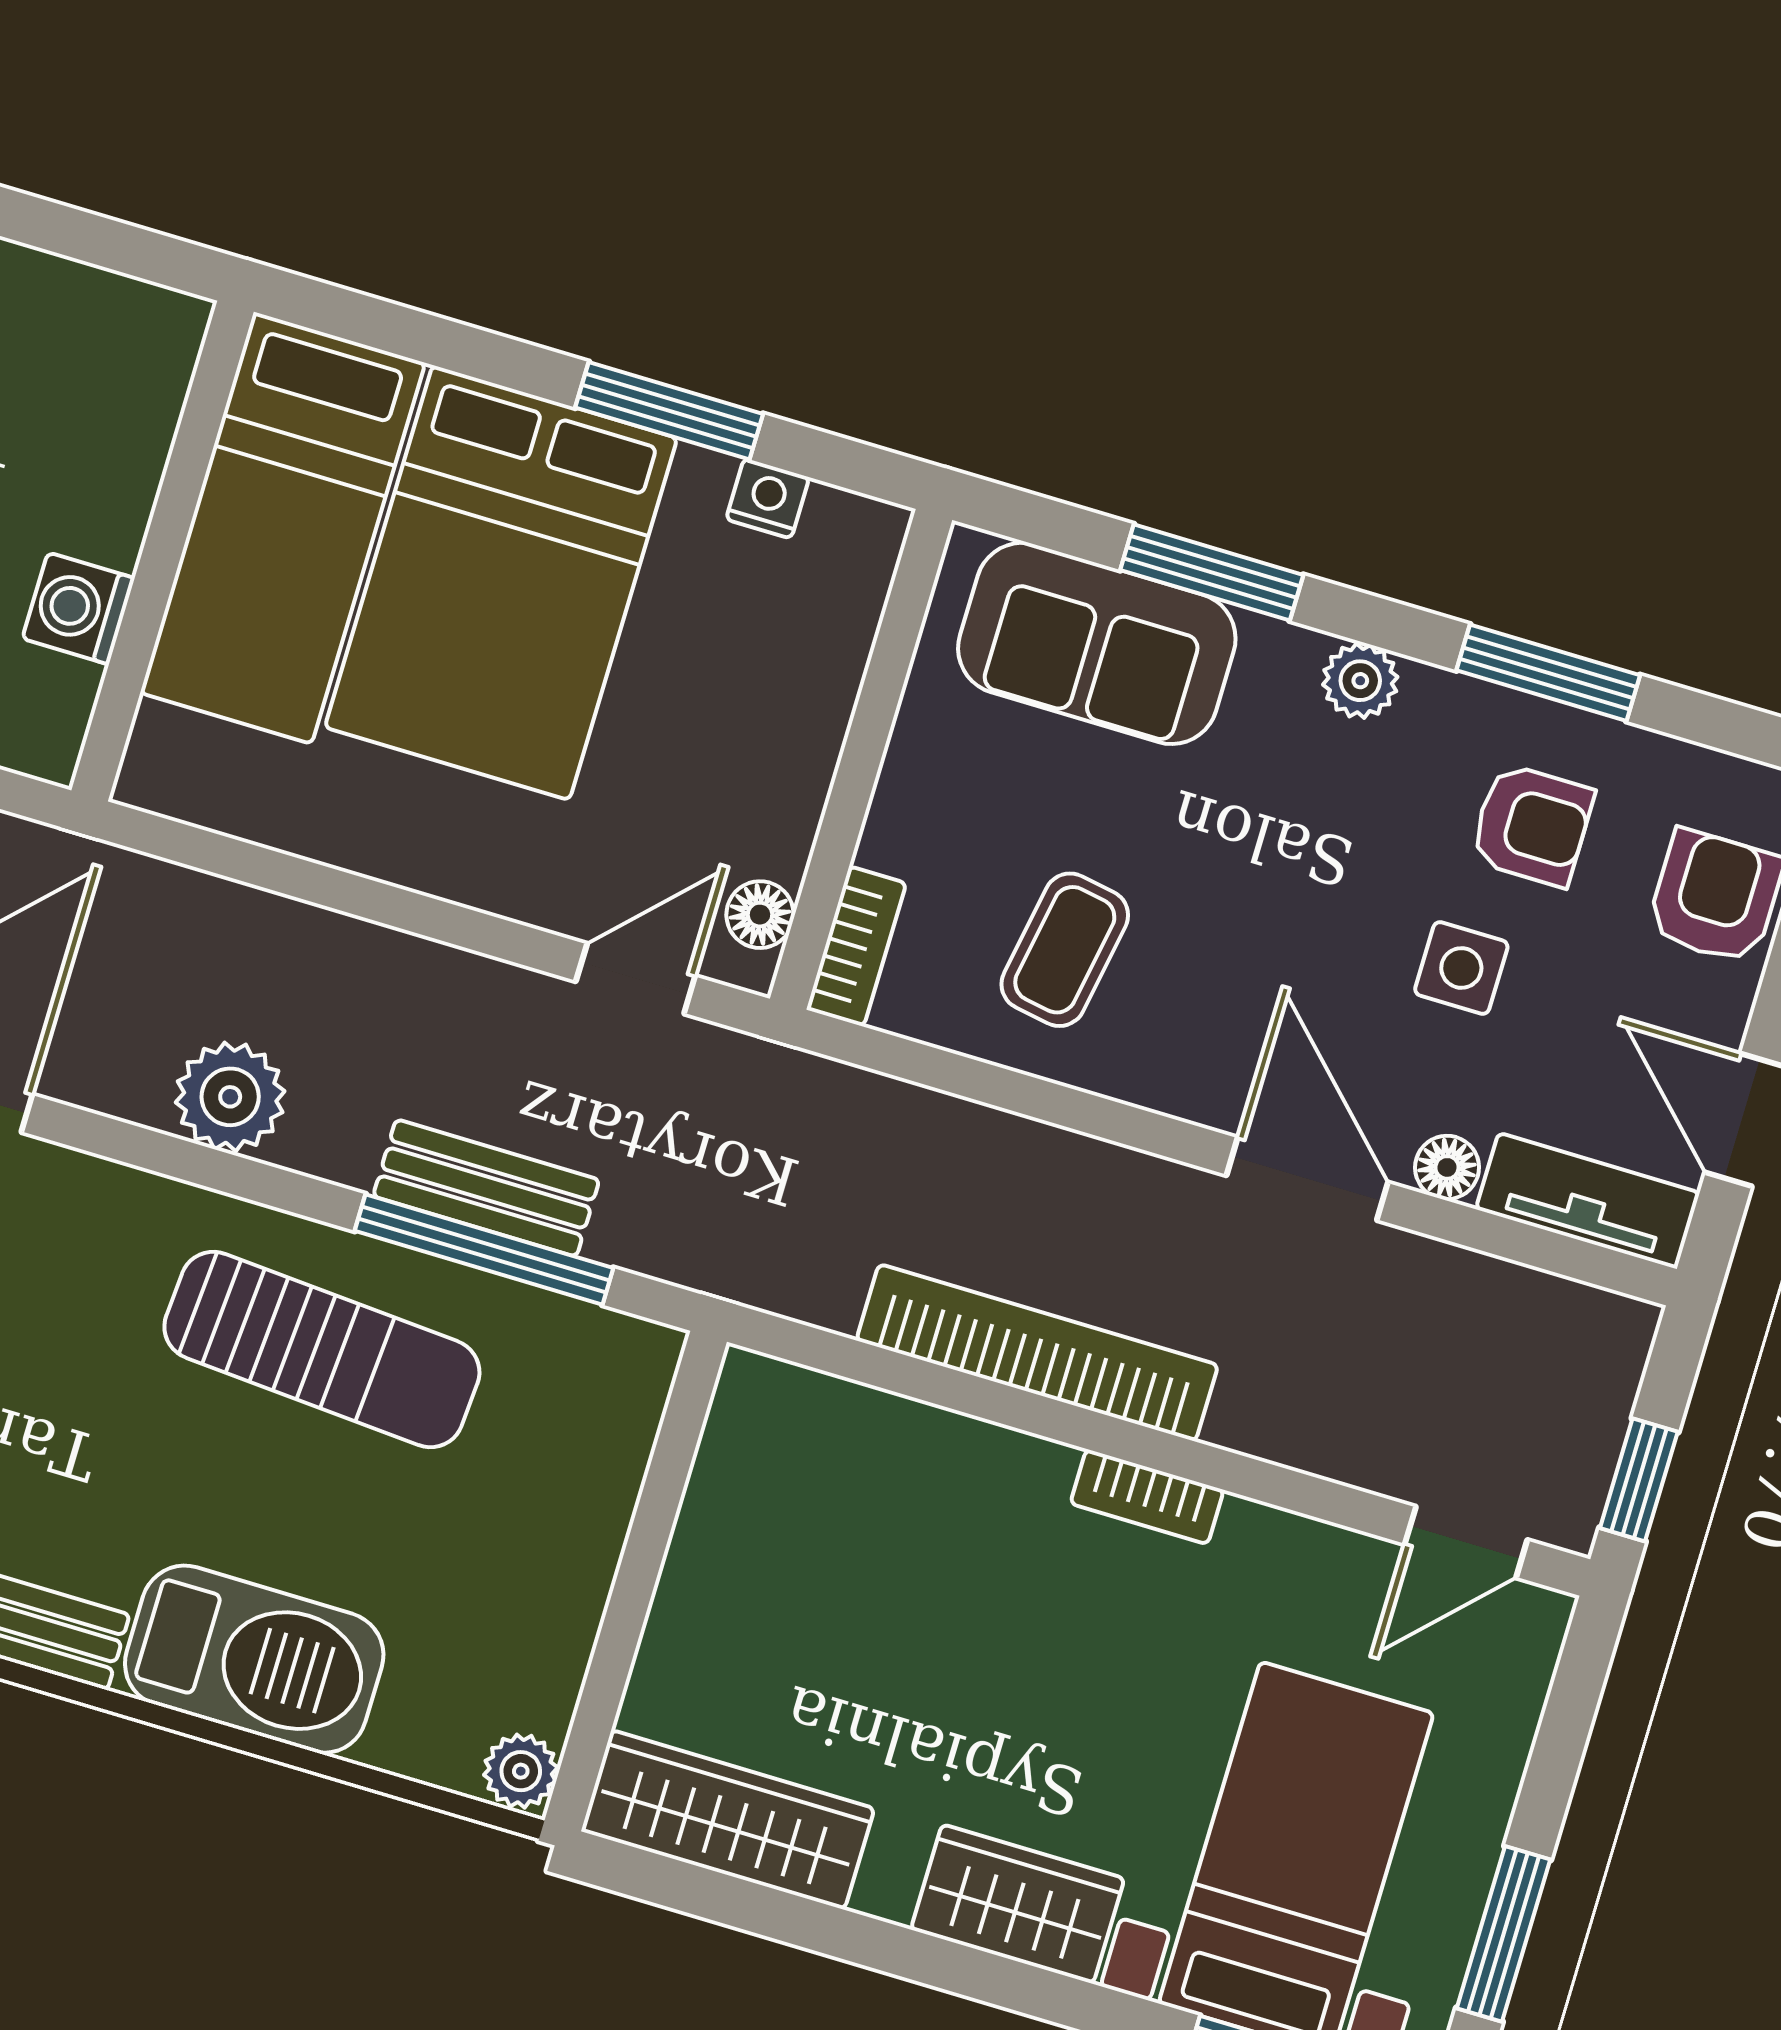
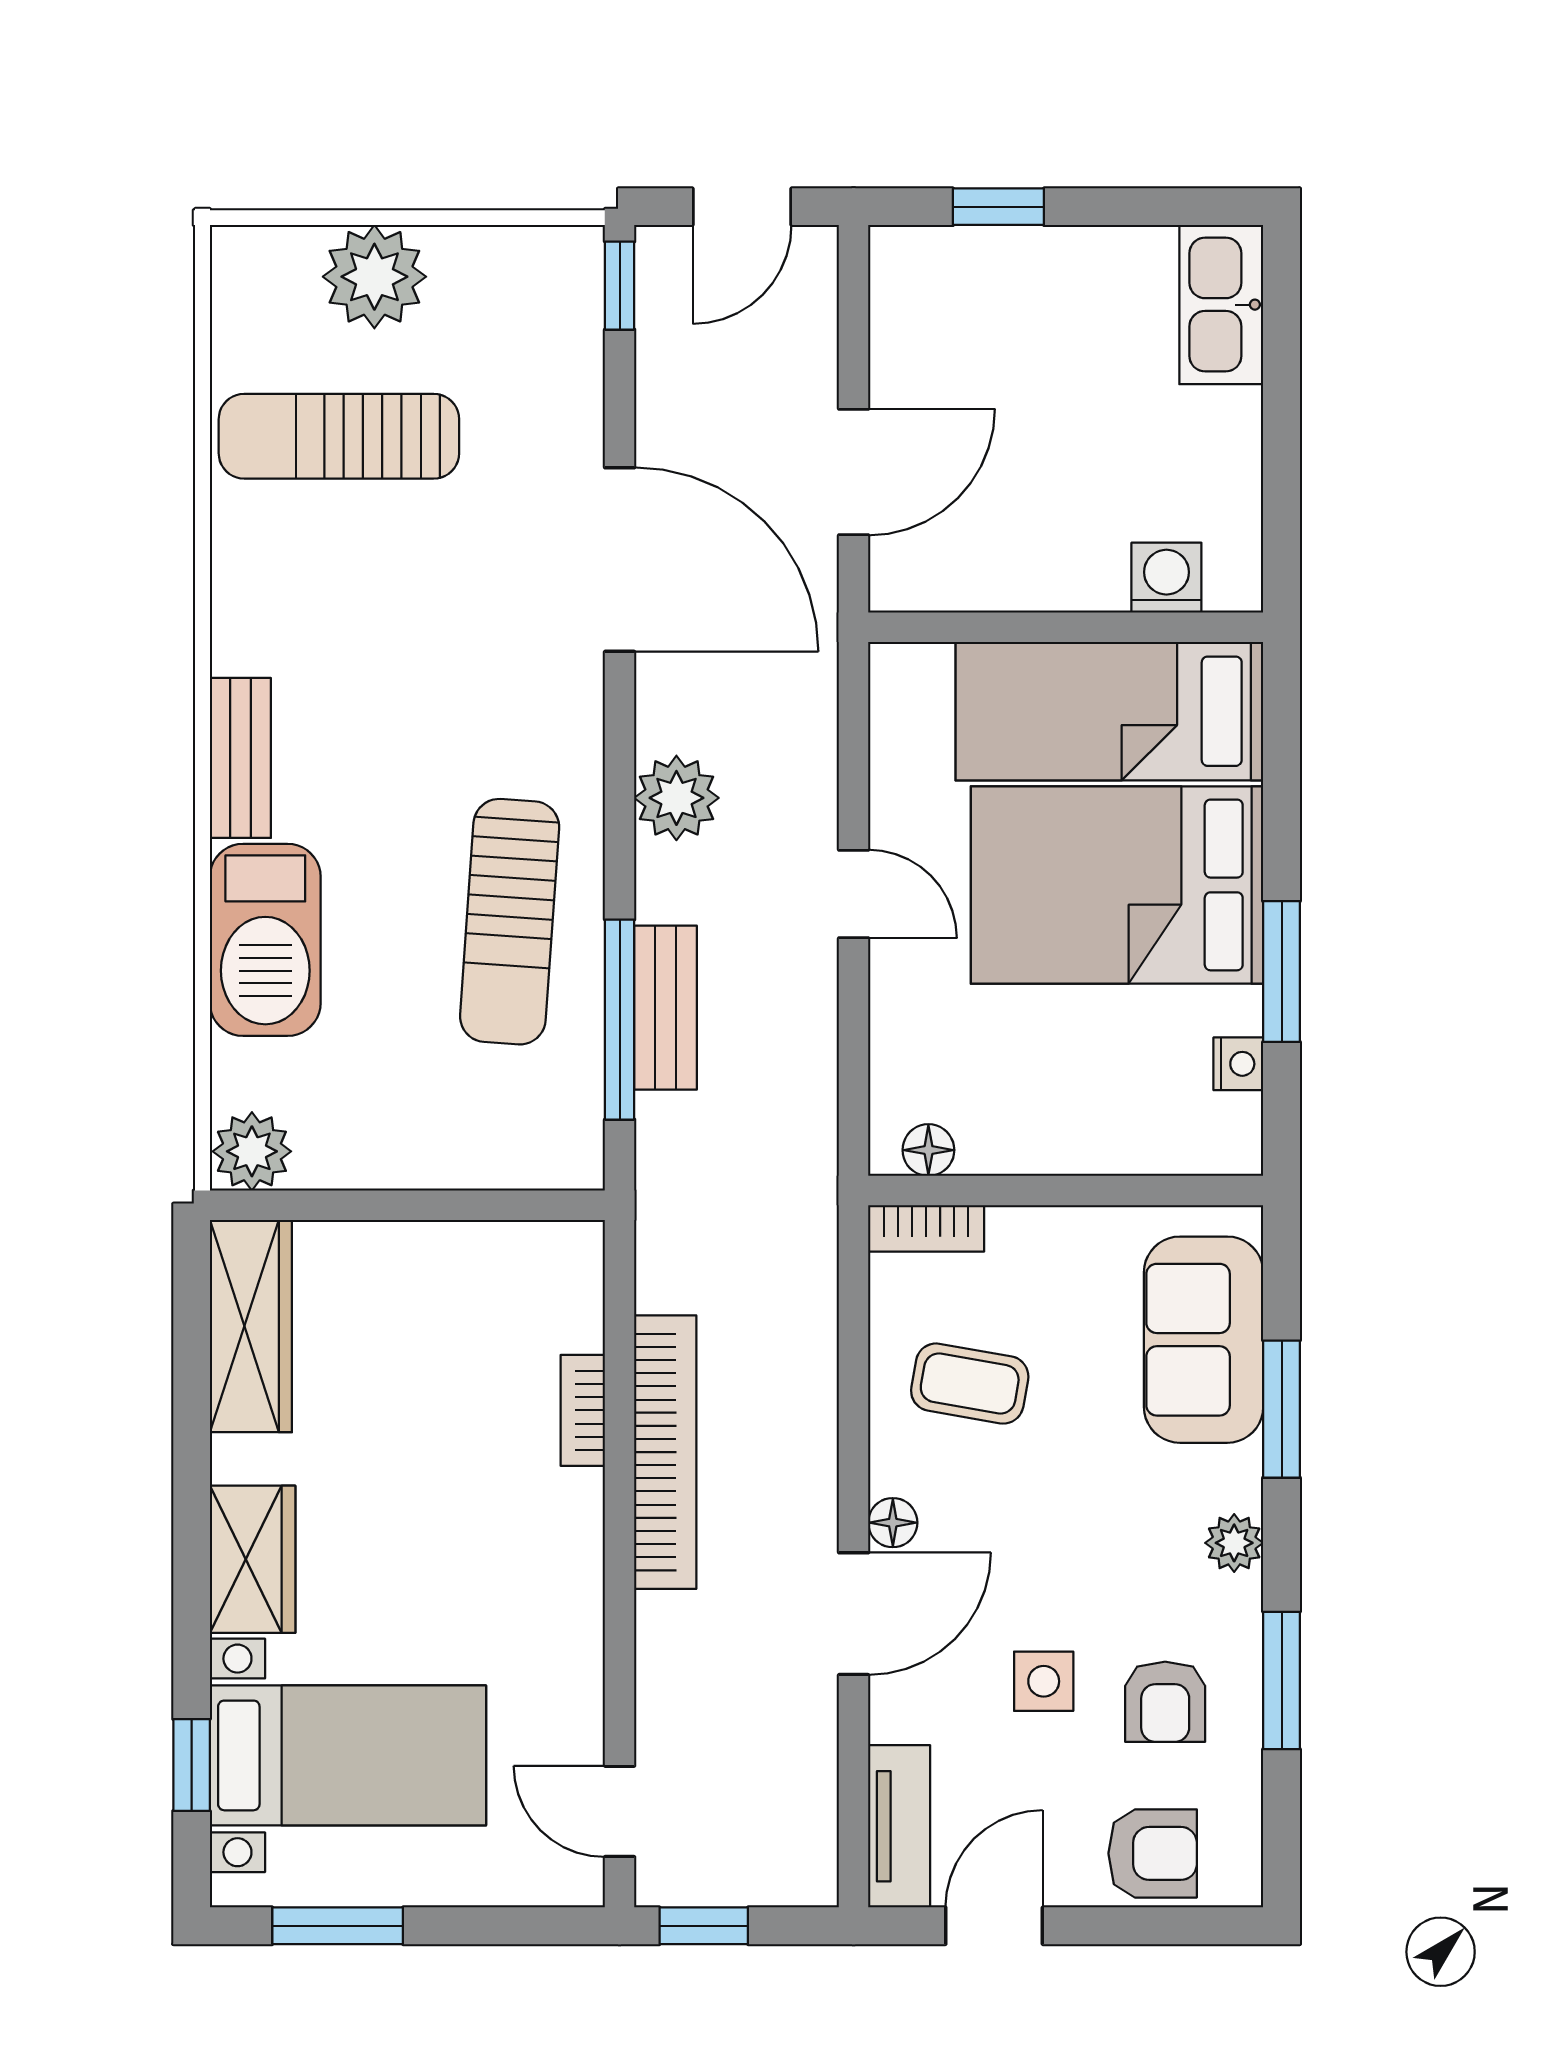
washing machine: (78, 608) -> (1166, 578), moved
door: (636, 979) -> (854, 894), moved
floor lamp: (1447, 1167) -> (893, 1523), moved
bookcase: (1147, 1497) -> (583, 1410), moved
plant: (521, 1771) -> (252, 1151), width x1.38, depth x1.38

